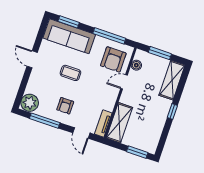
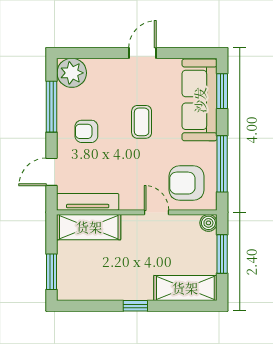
boiler: (136, 65) -> (208, 223), moved
tv unit: (103, 124) -> (88, 202), width x1.41

